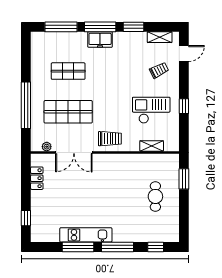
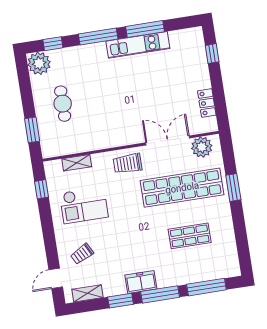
freezer: (100, 40) -> (141, 282), moved
window: (26, 105) -> (233, 187), width x0.47
window: (184, 106) -> (42, 189), moved
shop shelf: (68, 112) -> (182, 188), width x1.40
plant: (47, 147) -> (202, 147), width x1.88, depth x1.88
plant: (170, 233) -> (39, 63), added

